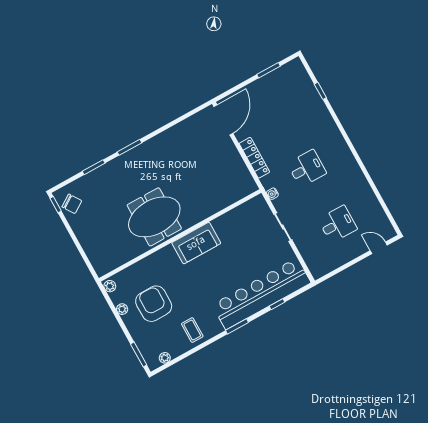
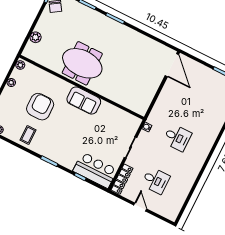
door: (223, 120) -> (172, 65), hinge flipped
locker: (254, 158) -> (122, 179), moved
door: (379, 248) -> (140, 207), moved
plant: (91, 249) -> (36, 37), added
bar counter: (261, 294) -> (95, 170), width x0.54
armchair: (154, 304) -> (40, 107), moved

